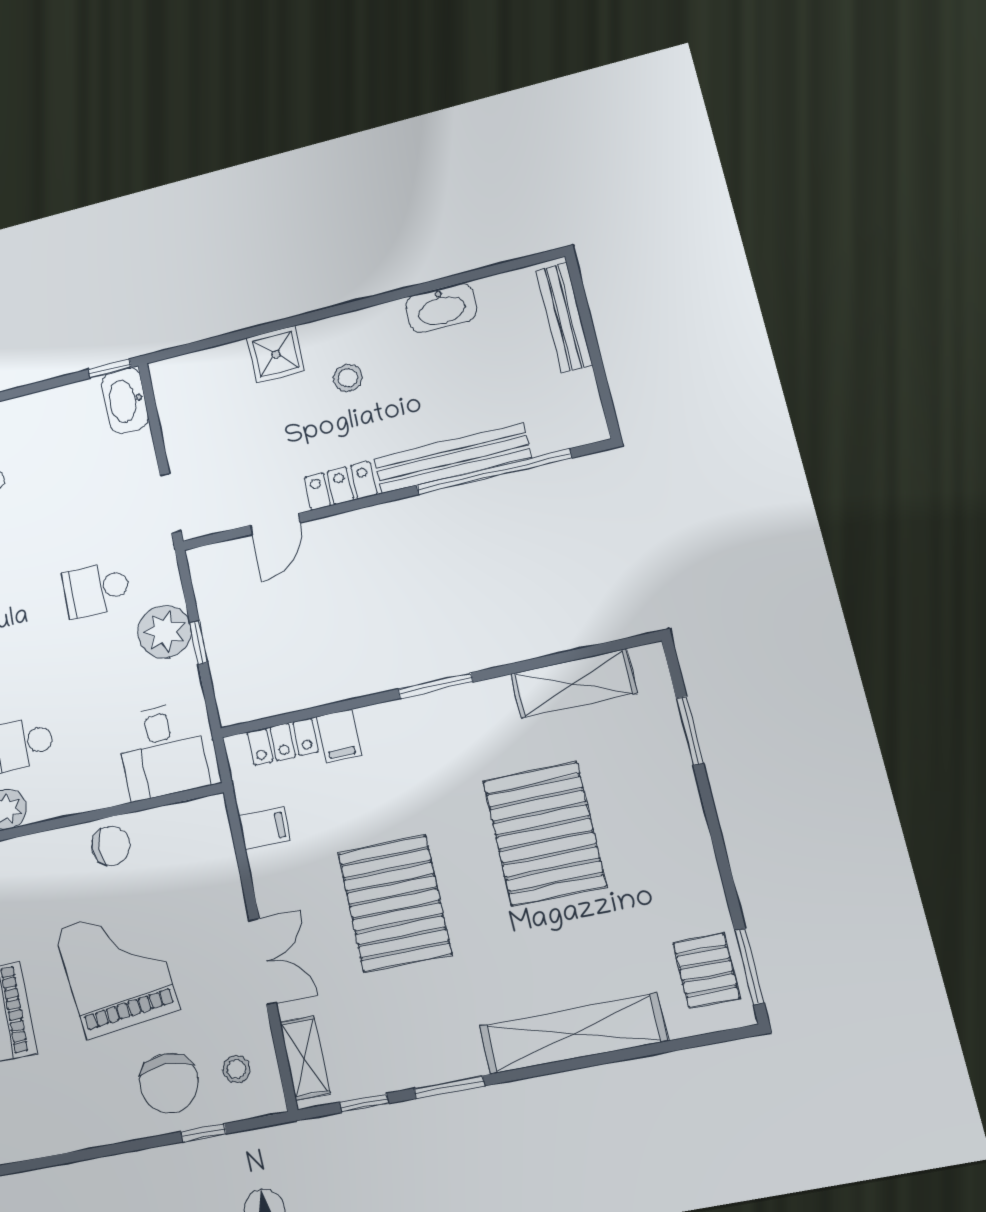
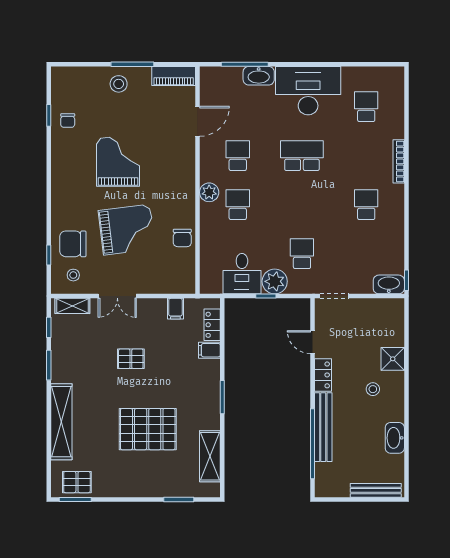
desk: (162, 751) -> (242, 274), moved, turned -90
pallet: (395, 904) -> (131, 359), width x0.49, depth x0.50

